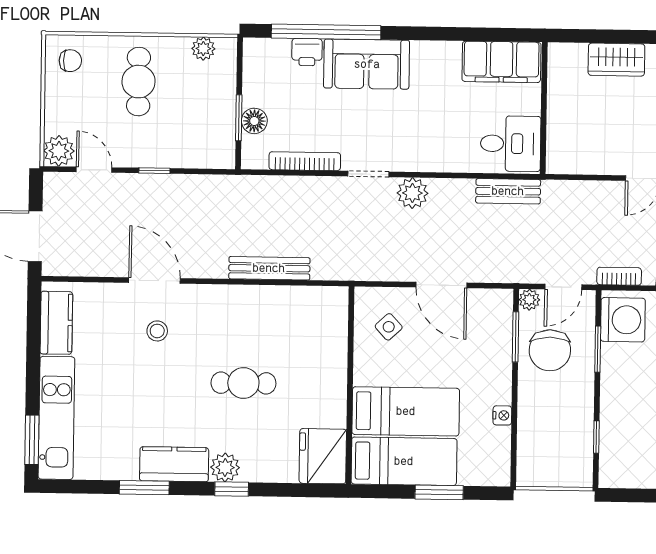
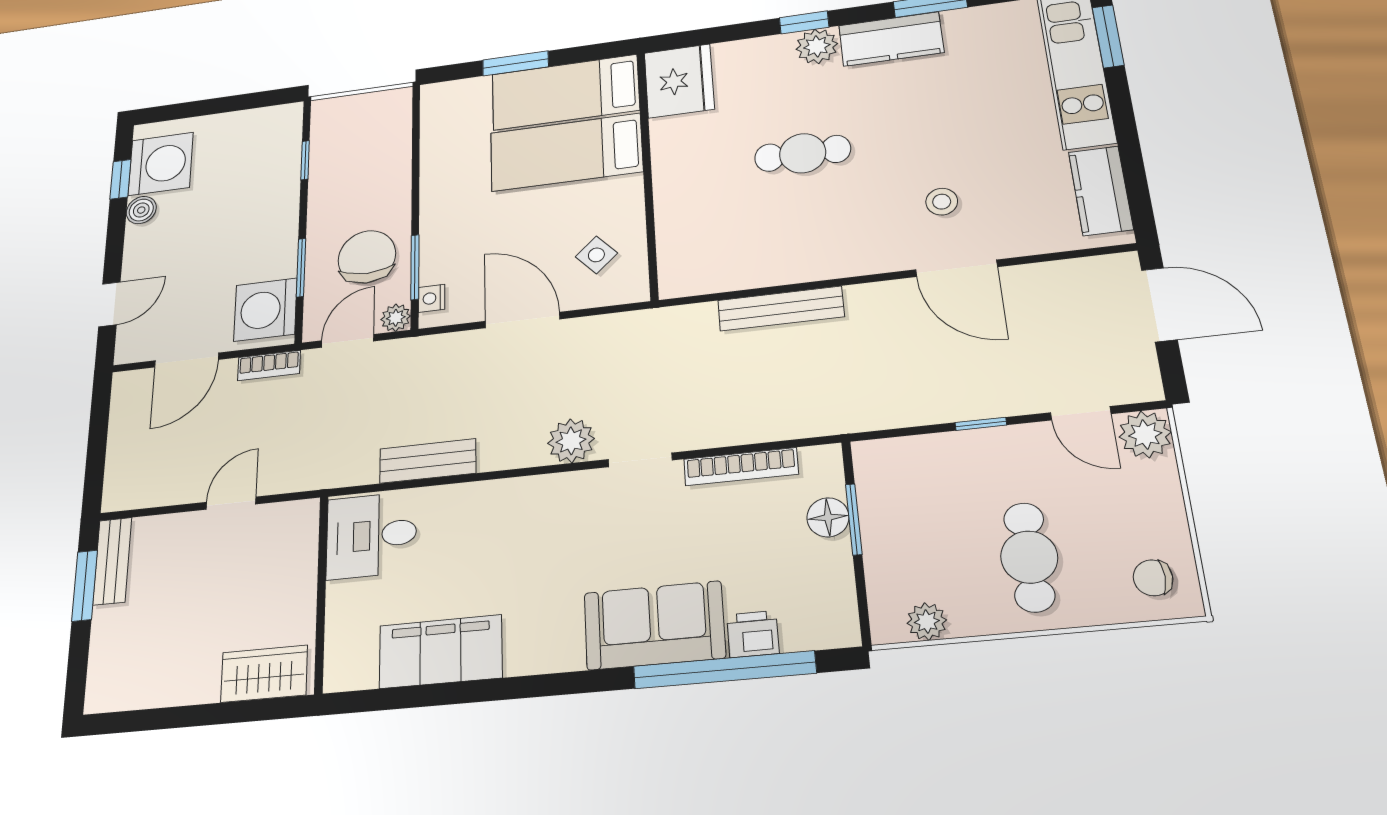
wall: (544, 108) -> (321, 593), moved
desk: (511, 144) -> (371, 535), moved
nightstand: (502, 415) -> (432, 298), moved

